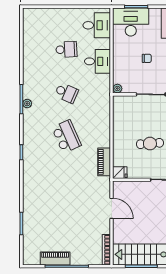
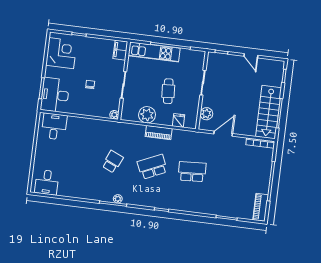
school desk: (66, 49) -> (192, 172), moved, width x1.85
desk: (97, 61) -> (47, 182), moved, turned 180
plant: (122, 124) -> (147, 115), added
piano: (104, 162) -> (159, 133), moved
fridge: (120, 173) -> (178, 121), moved
plant: (131, 188) -> (206, 114), added
piano: (55, 259) -> (260, 207), moved

